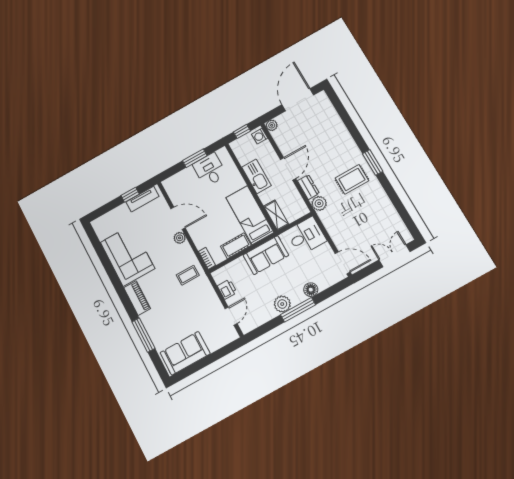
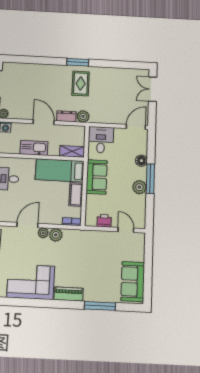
plant: (185, 251) -> (56, 235), added
coffee table: (188, 275) -> (75, 244), removed

